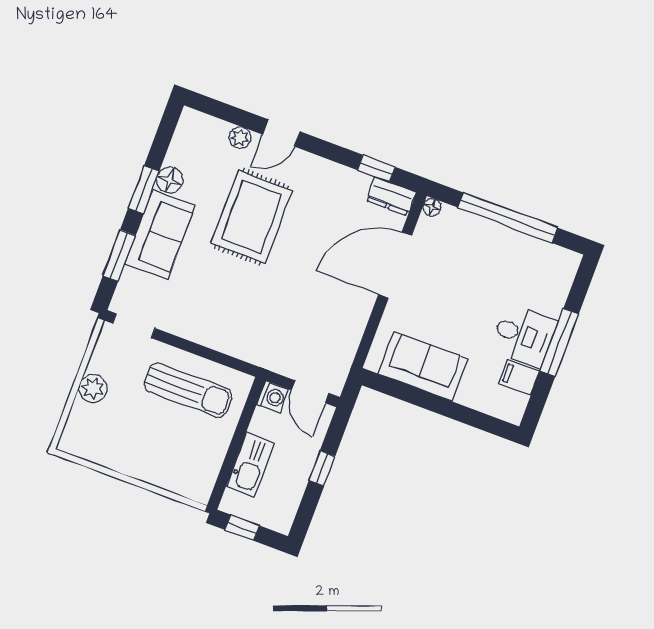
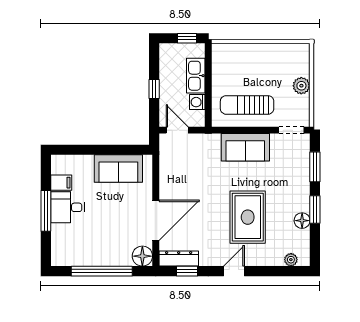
door: (281, 133) -> (234, 271), moved
plant: (240, 138) -> (291, 260), moved
dresser: (391, 196) -> (179, 259), width x1.44
floor lamp: (432, 207) -> (142, 256), width x1.89, depth x1.89
sofa: (160, 235) -> (245, 147), moved, turned -90
washing machine: (273, 397) -> (197, 102), moved

